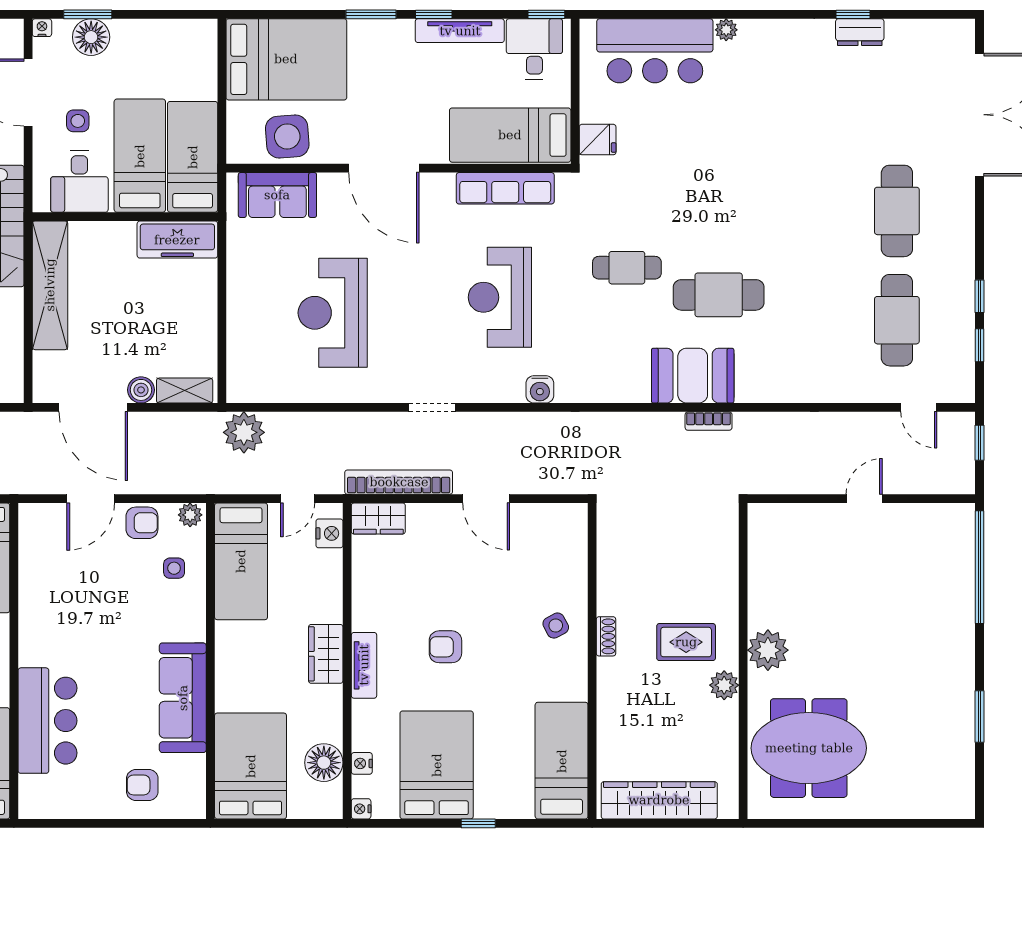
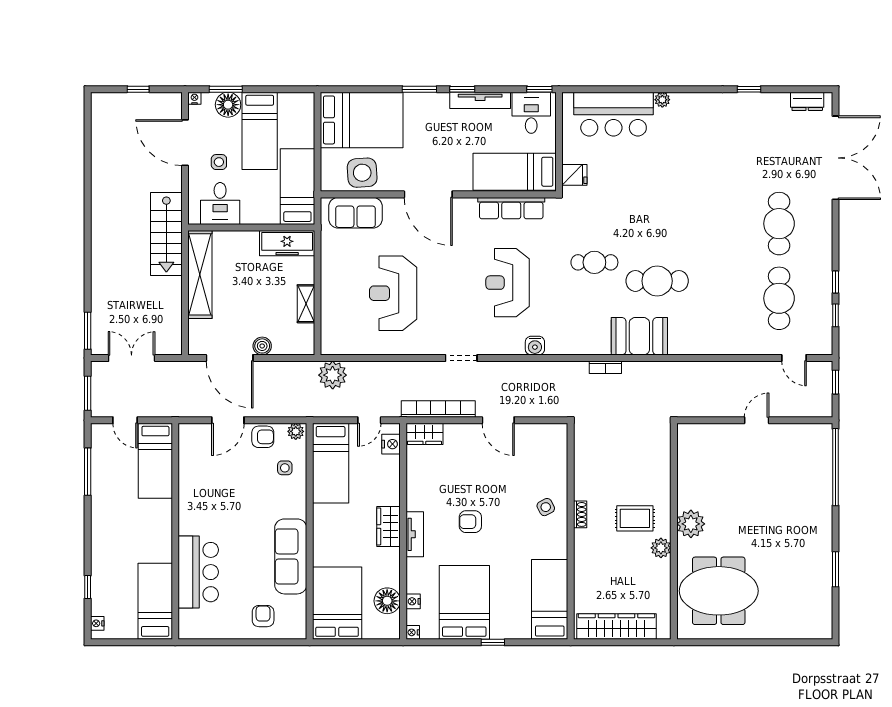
dresser: (860, 32) -> (807, 101), moved
bed: (140, 156) -> (260, 131), moved, turned 180
shelving: (185, 391) -> (306, 304), moved, turned 90
bookcase: (709, 421) -> (605, 367), moved
armchair: (142, 785) -> (263, 616), turned 90

